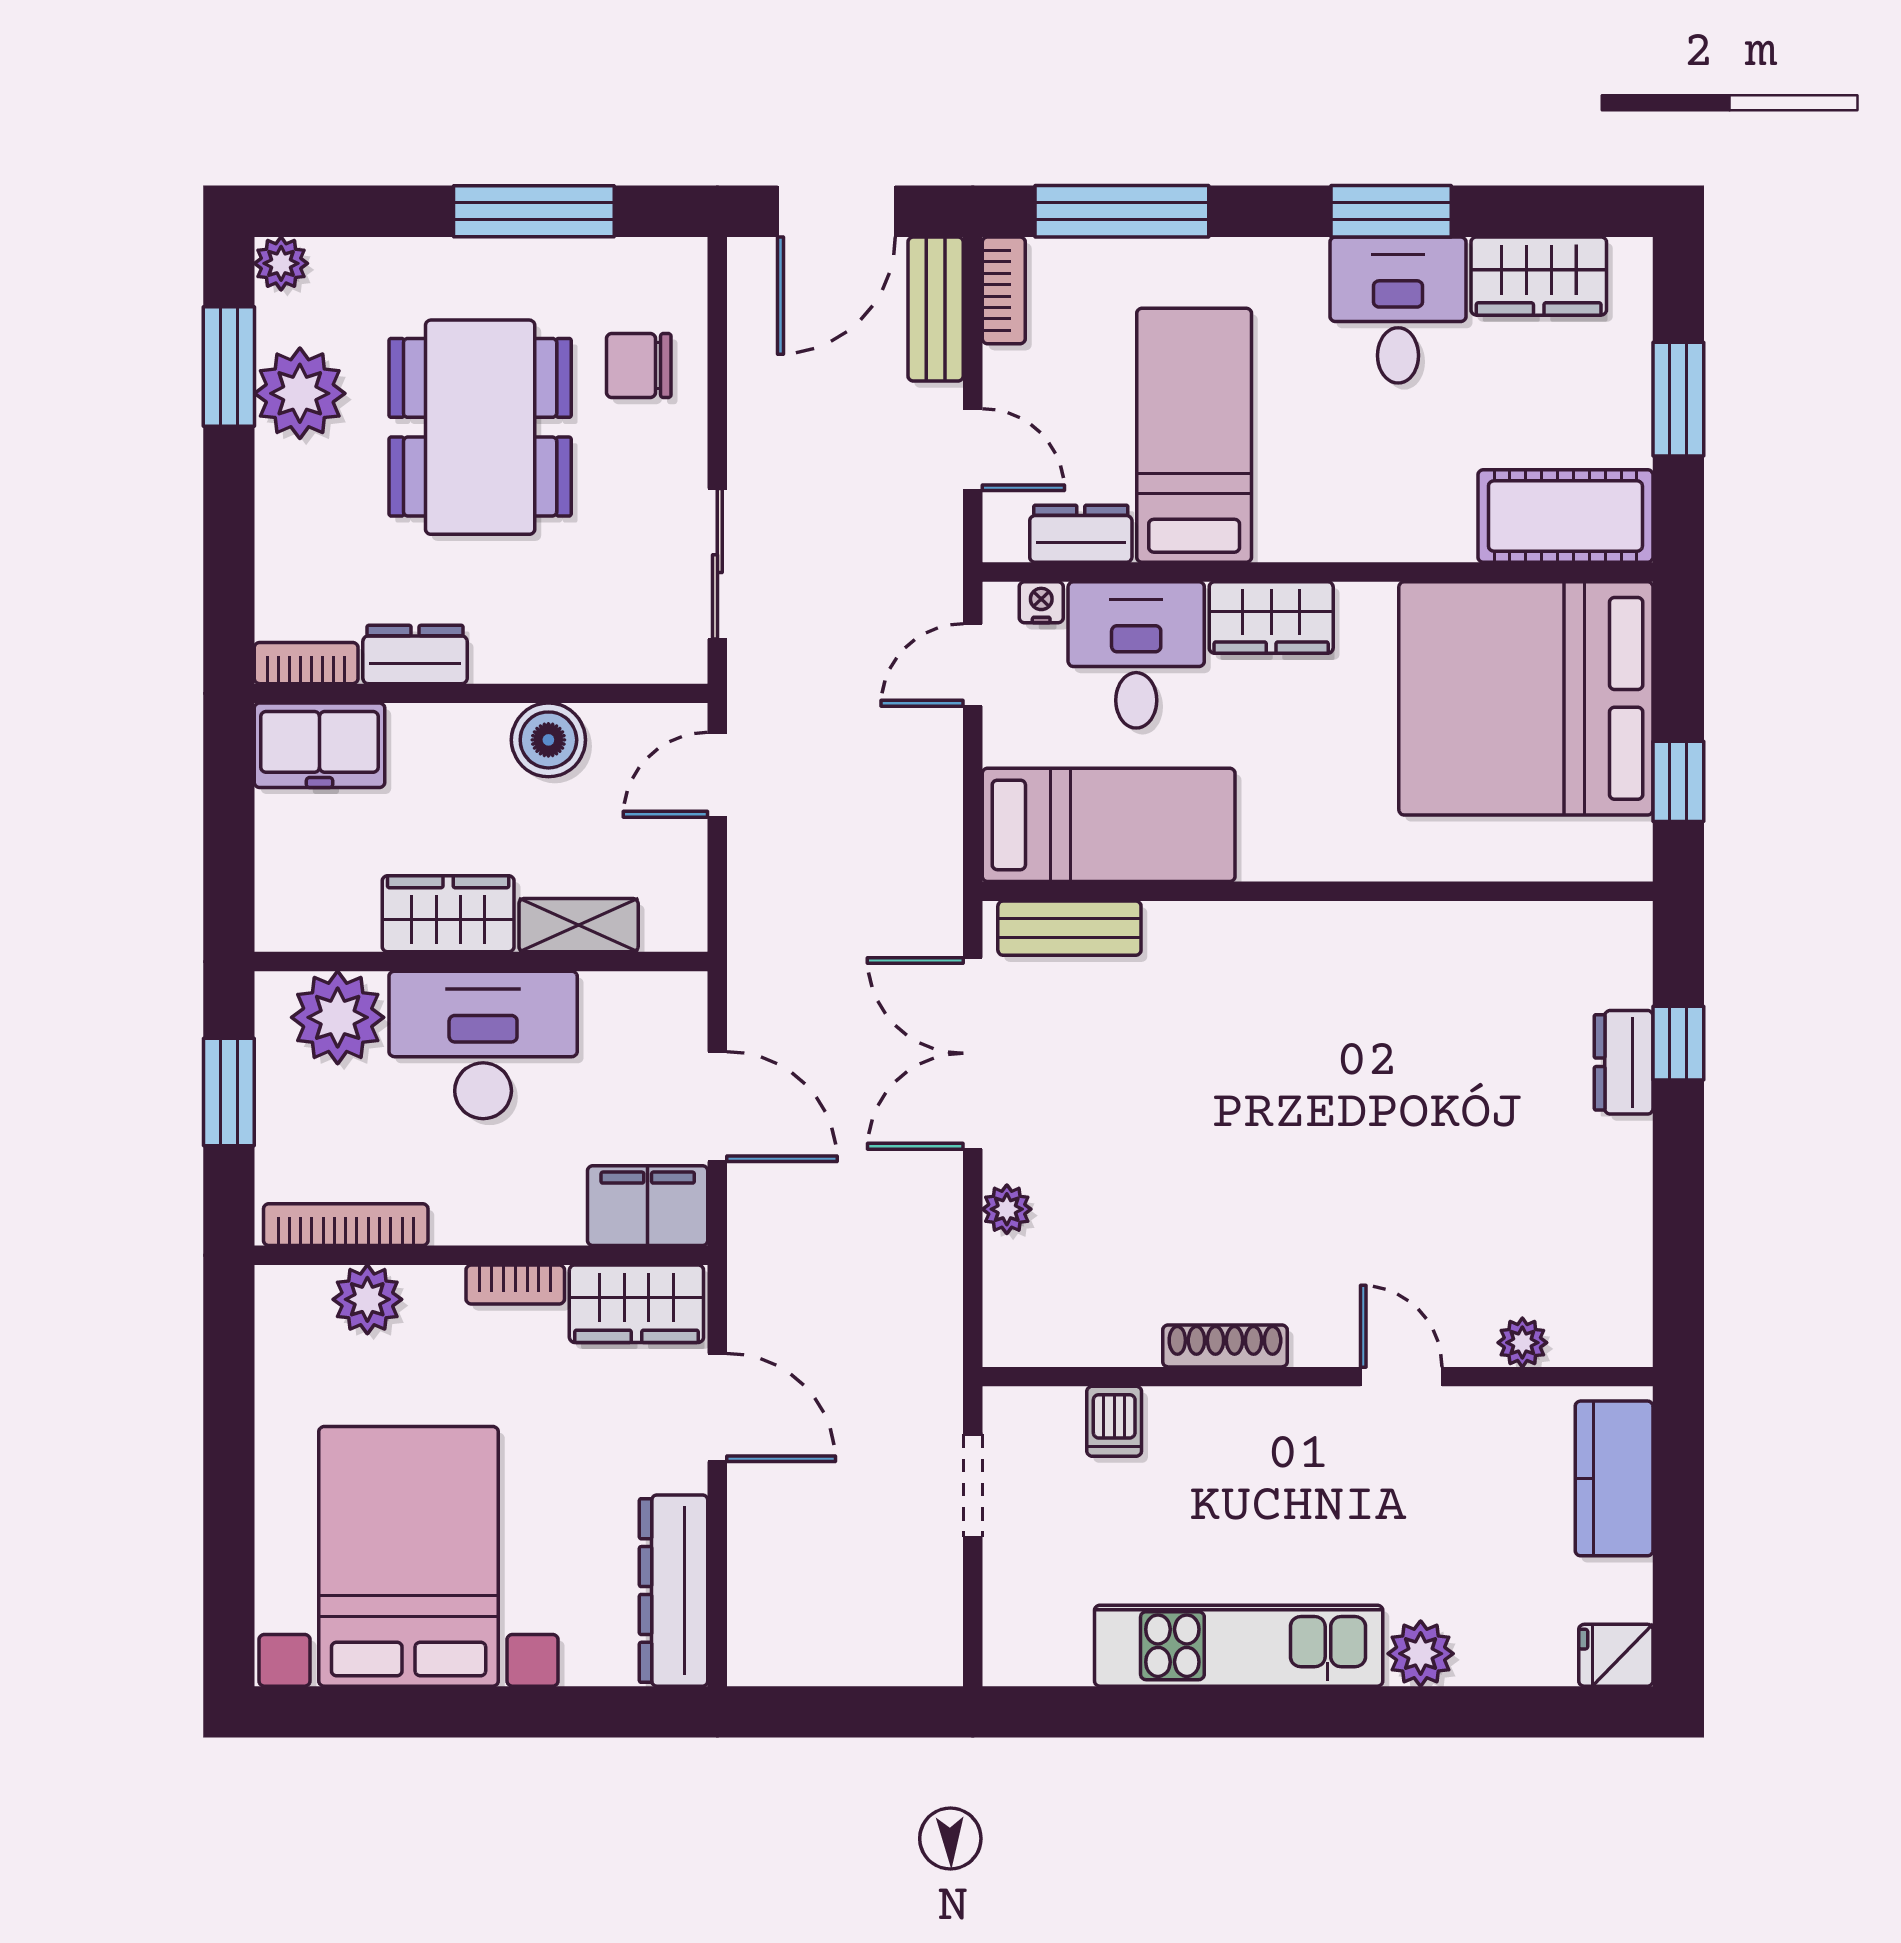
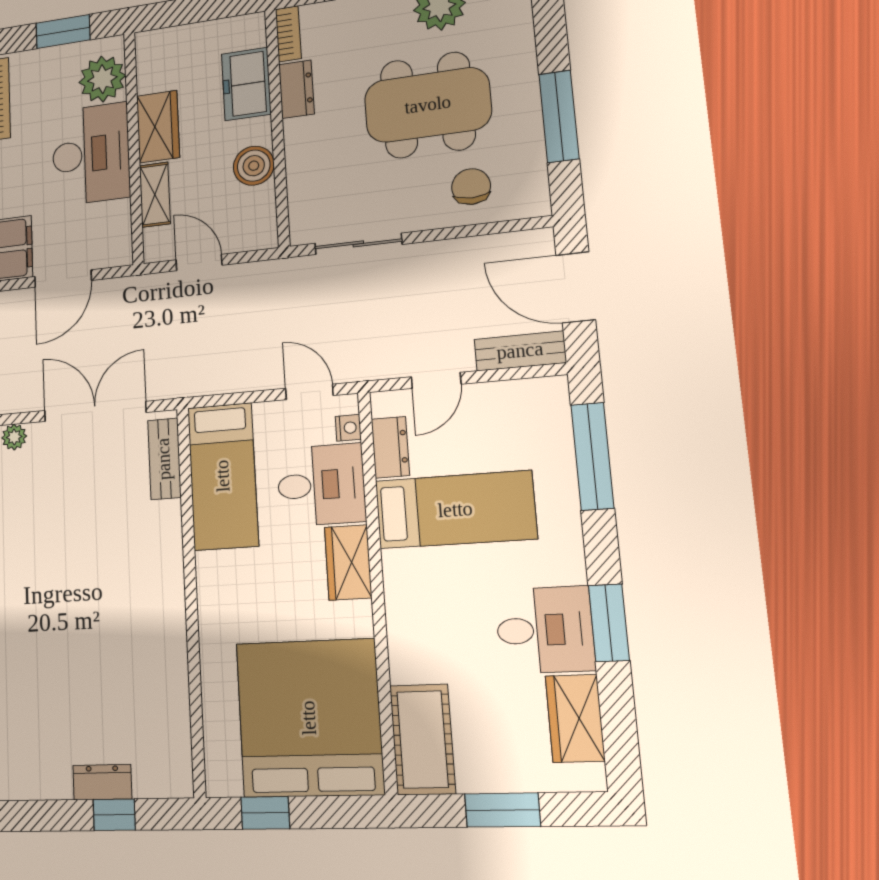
bookcase: (1004, 290) -> (535, 390), removed
freezer: (320, 745) -> (246, 84), moved
door: (717, 775) -> (199, 263), moved

